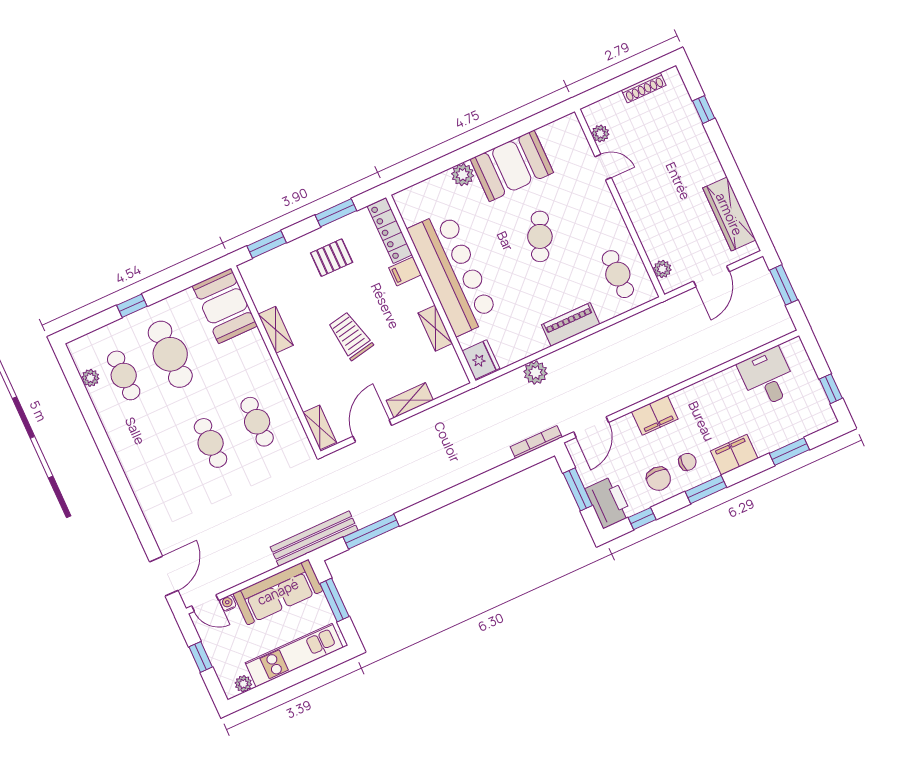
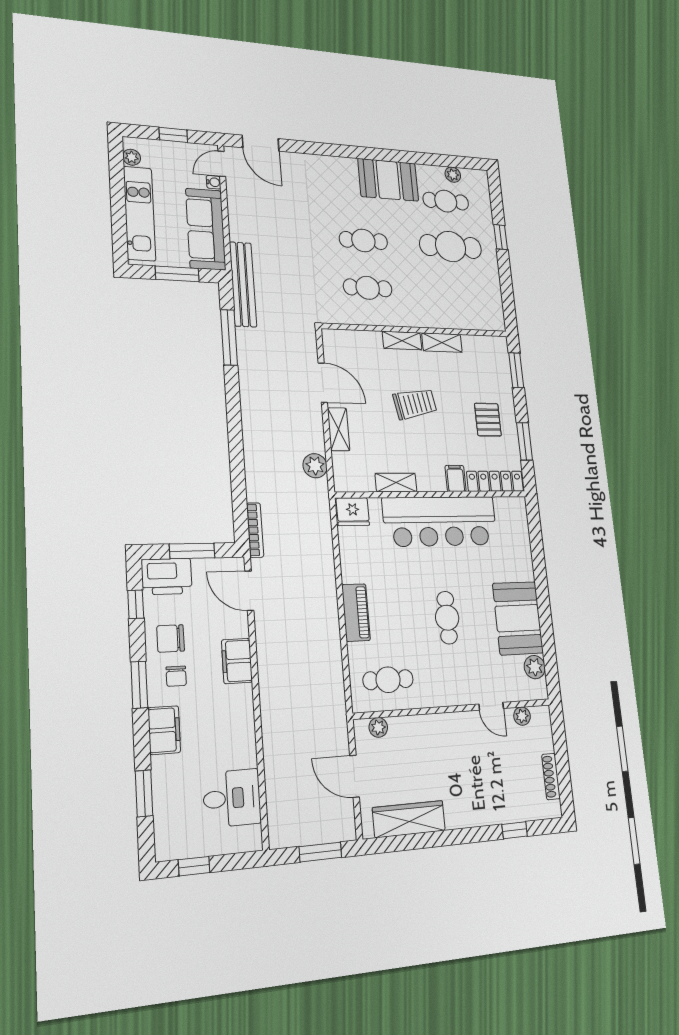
door: (603, 167) -> (491, 706), hinge flipped
plant: (463, 175) -> (535, 667), moved
cafe table: (540, 236) -> (447, 618), turned 66
booth: (225, 306) -> (388, 180), moved
plant: (535, 373) -> (315, 466), moved
shelving: (320, 427) -> (402, 341), moved

